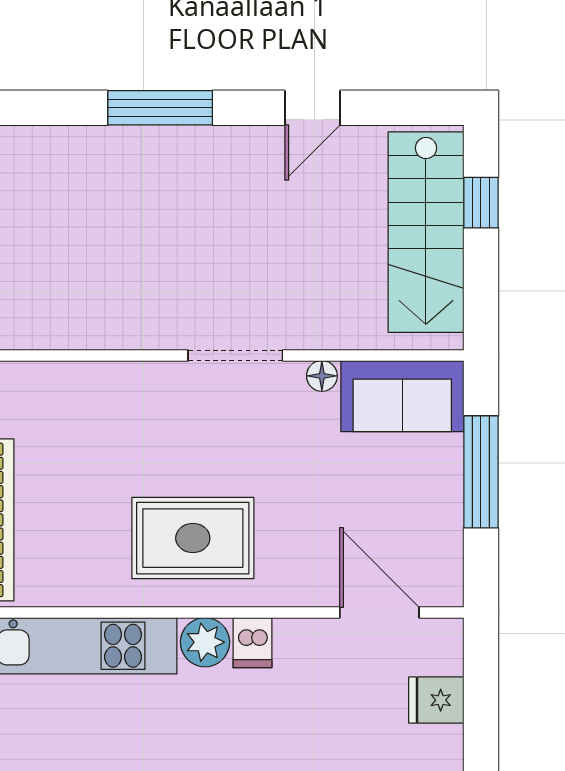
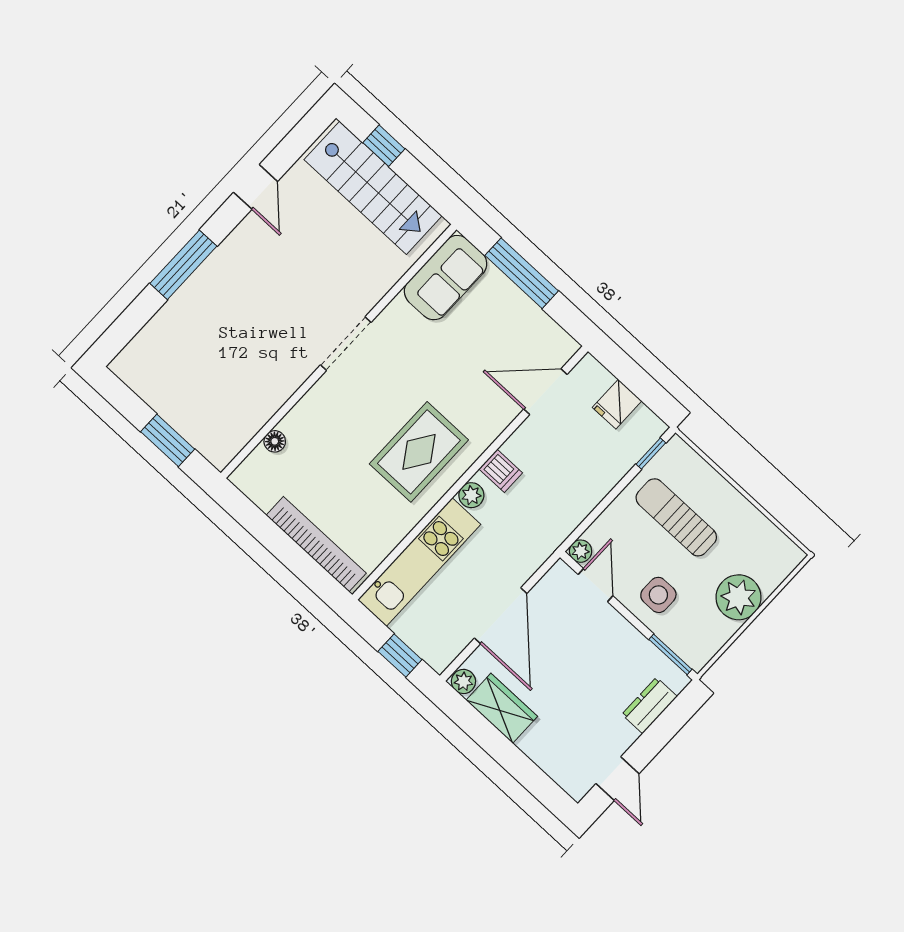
floor lamp: (322, 376) -> (275, 441), moved
plant: (205, 642) -> (471, 495), width x0.73, depth x0.73

